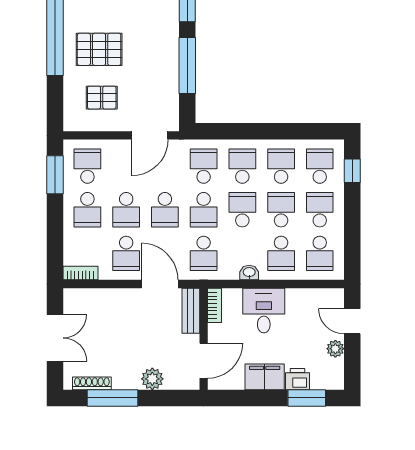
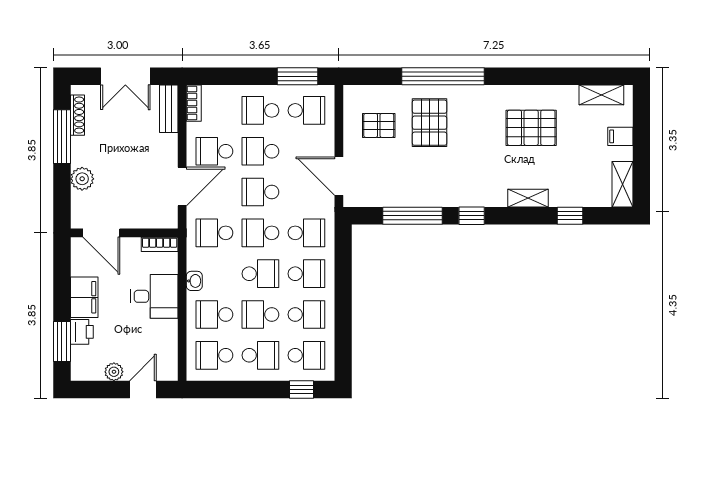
pallet: (102, 98) -> (379, 125), turned 90
school desk: (281, 210) -> (260, 314), turned 180
bench: (191, 311) -> (169, 109), moved, turned 90

